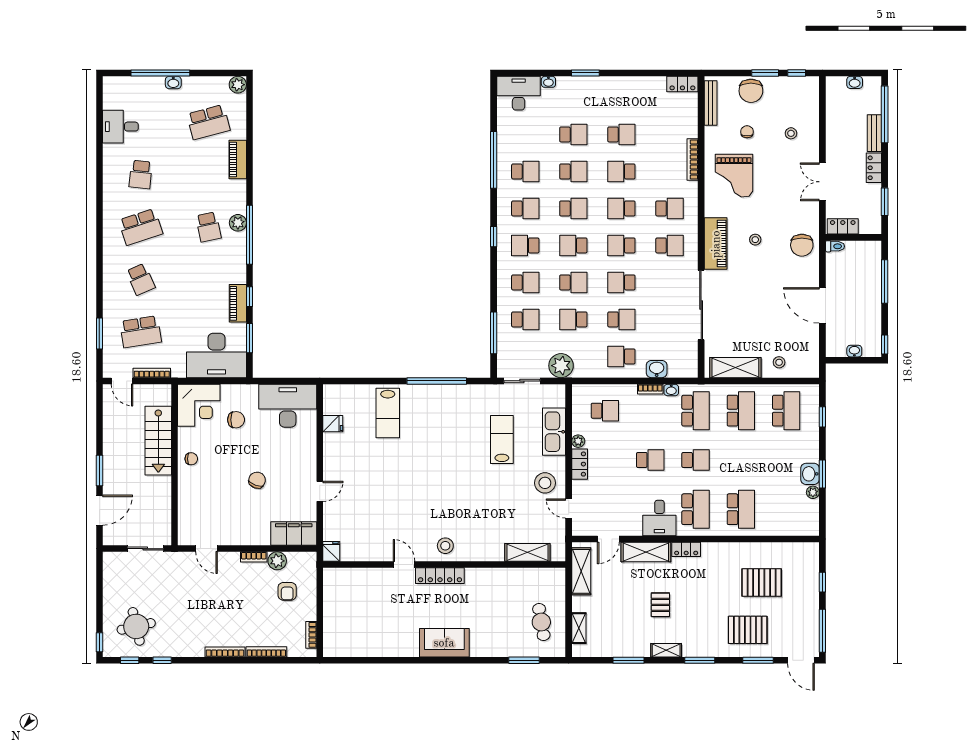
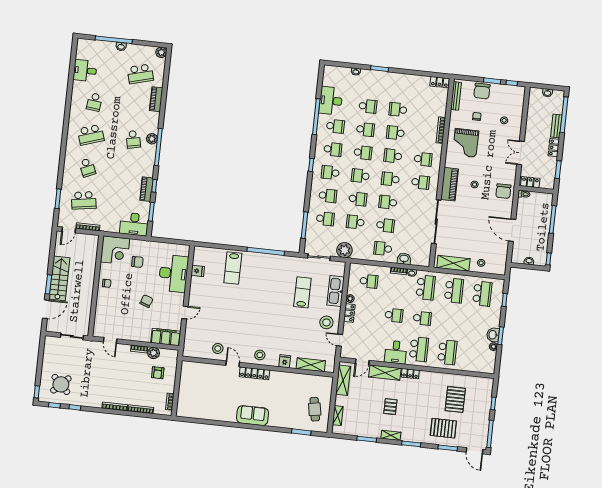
desk: (519, 93) -> (331, 101), moved, turned -90
school desk: (621, 134) -> (398, 110), turned 180
desk: (216, 355) -> (134, 224), width x0.73, depth x0.77
door: (122, 381) -> (69, 230), hinge flipped
desk: (288, 406) -> (173, 273), moved, turned 90
stairs: (158, 441) -> (59, 278), moved, turned 180
stool: (378, 543) -> (218, 348), added
fridge: (331, 551) -> (285, 361), moved
pallet: (762, 582) -> (455, 399), turned 90
round table: (136, 626) -> (61, 384), turned -32

